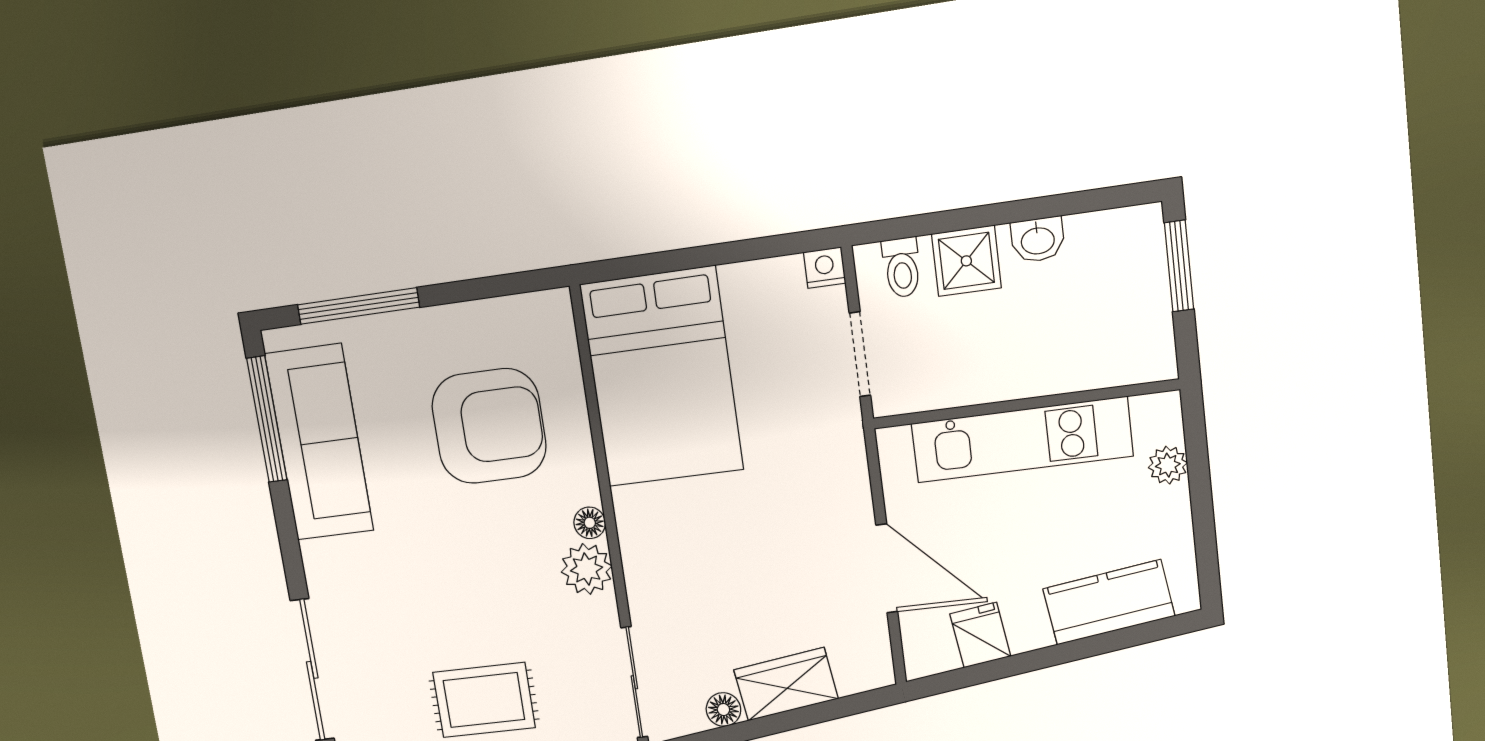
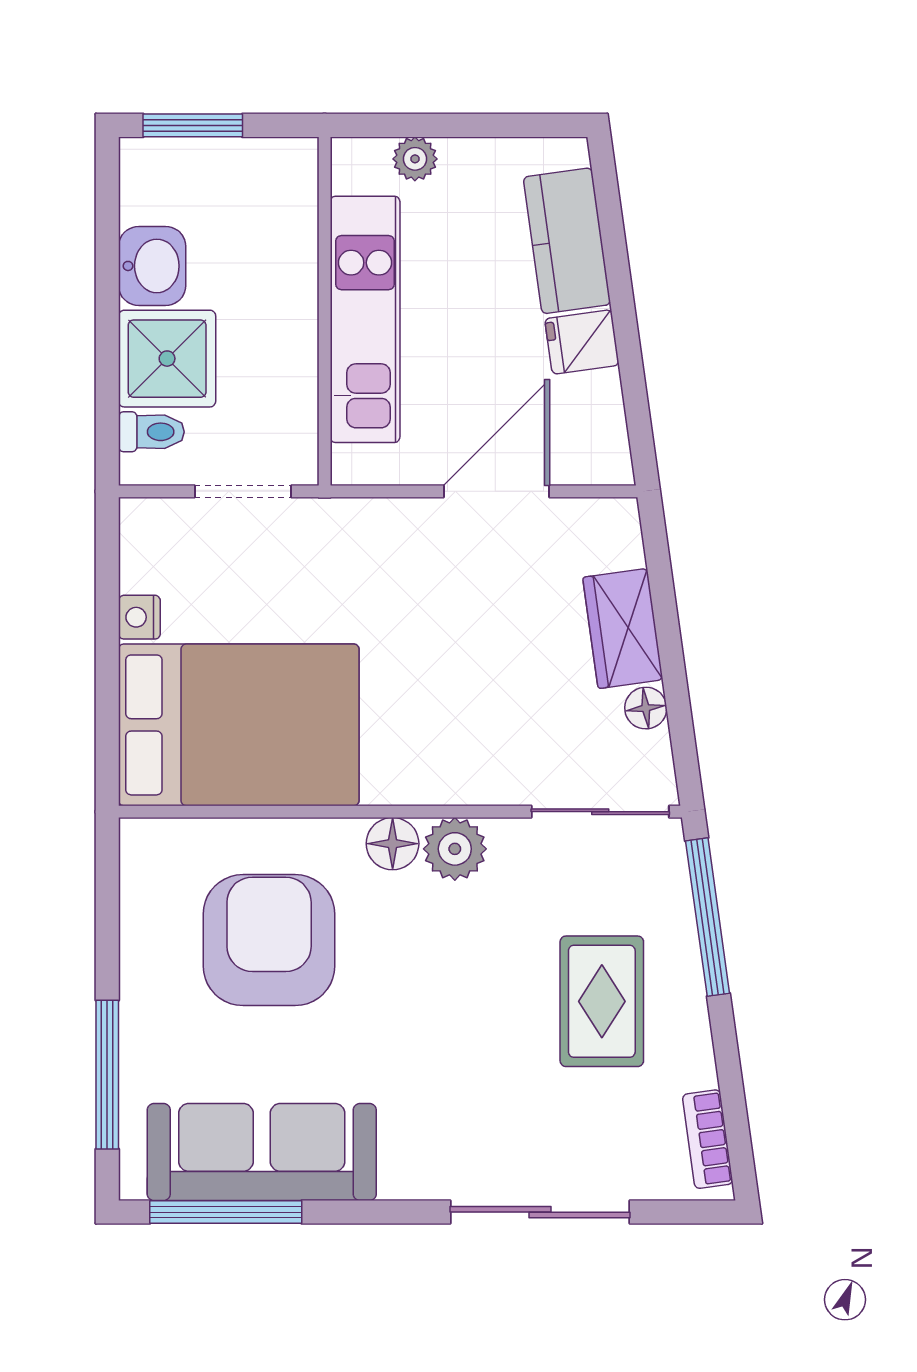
washbasin: (1038, 240) -> (152, 266), width x1.38, depth x1.45
shower: (966, 261) -> (167, 359), width x1.36, depth x1.36
nightstand: (825, 268) -> (139, 617), moved
floor lamp: (590, 523) -> (393, 844), width x1.37, depth x1.37
fridge: (980, 635) -> (582, 342), moved

